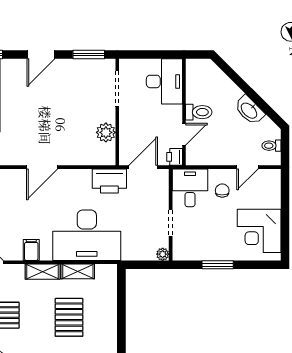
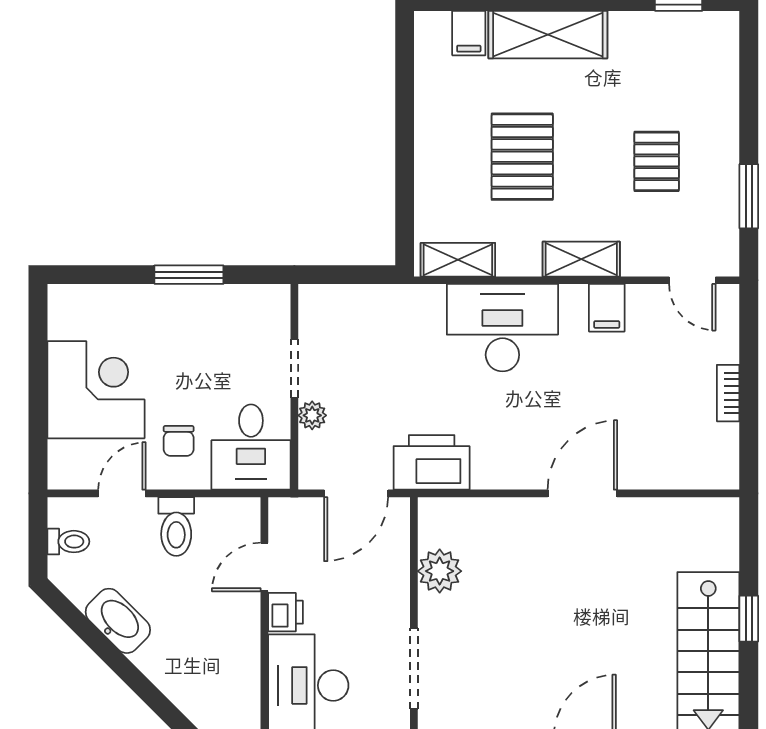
toilet: (199, 112) -> (176, 527), moved, turned -90
printer: (175, 157) -> (286, 612), moved
corner desk: (259, 231) -> (96, 390), moved
desk: (87, 235) -> (502, 328), width x0.73, depth x0.77
plant: (163, 254) -> (312, 415), moved
shelving: (78, 271) -> (458, 260), moved

